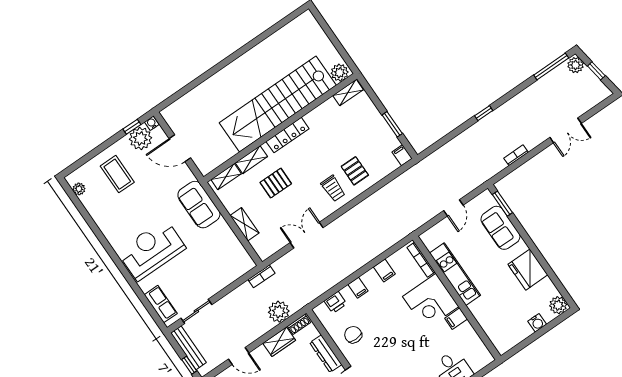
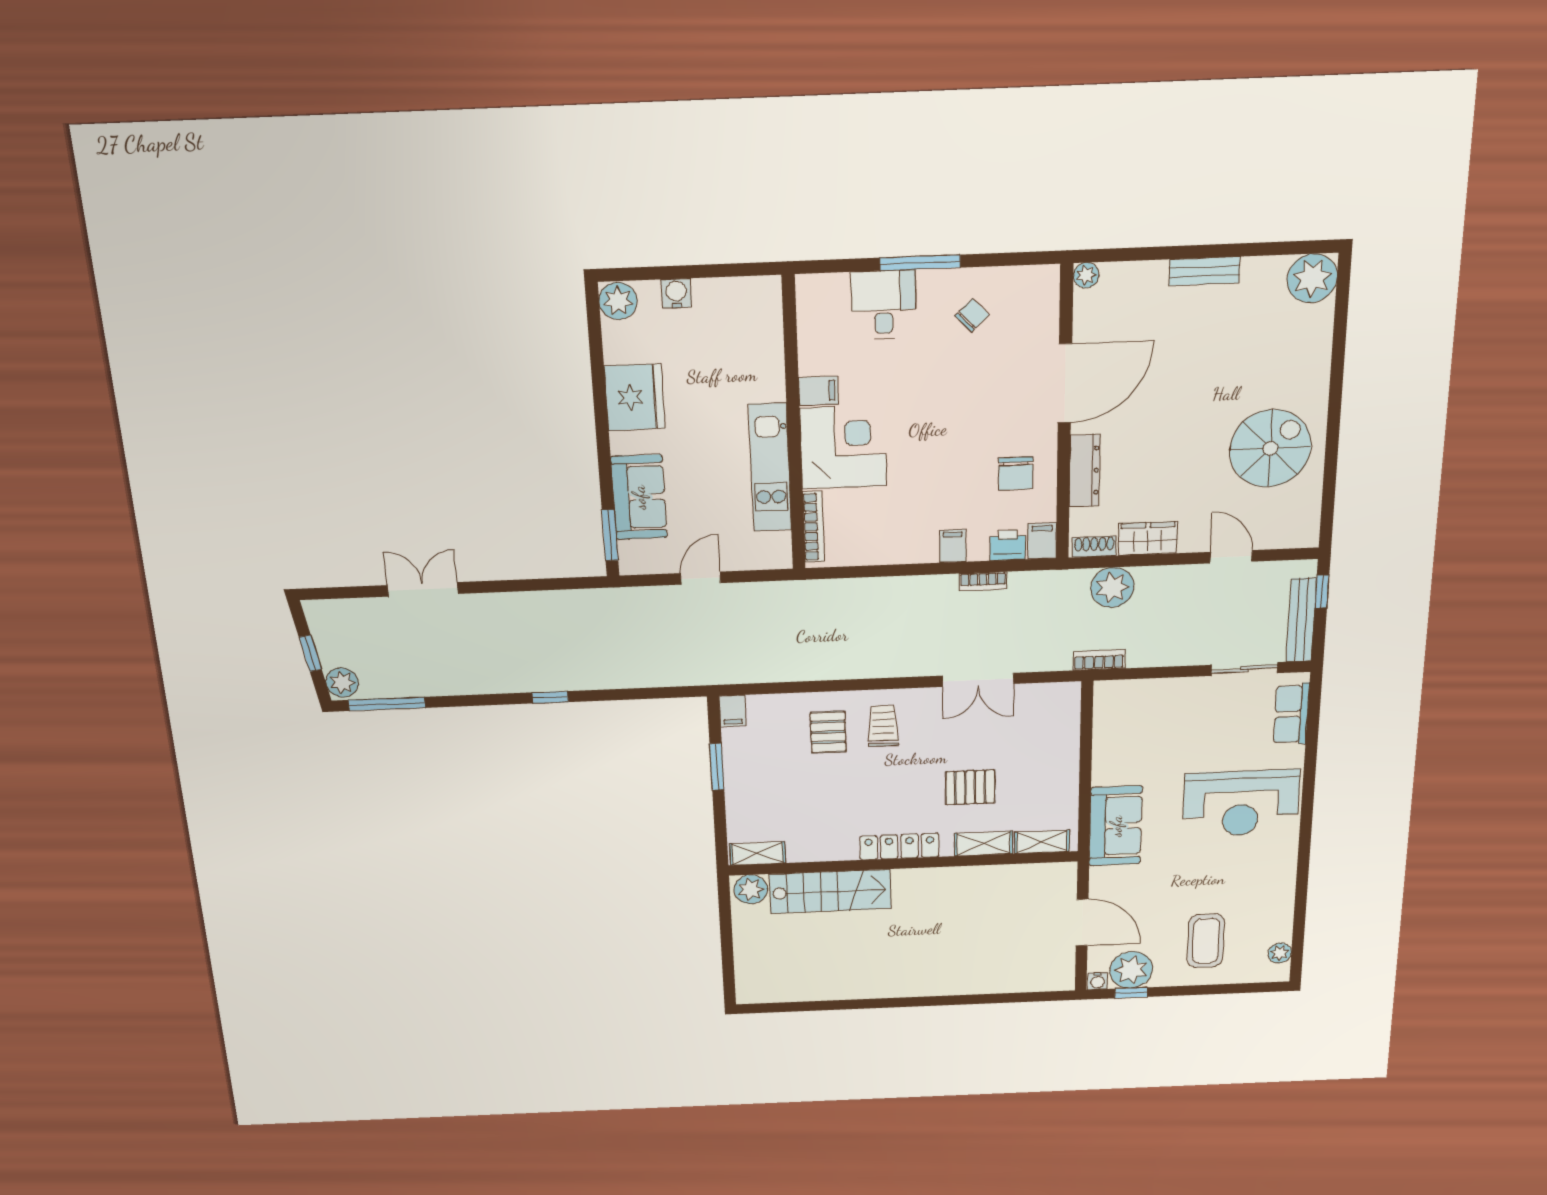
stairs: (278, 104) -> (830, 891), width x0.54, depth x0.66
bookcase: (516, 155) -> (983, 581), moved
shelving: (245, 224) -> (1066, 755), removed
filing cabinet: (384, 270) -> (1042, 541), moved

